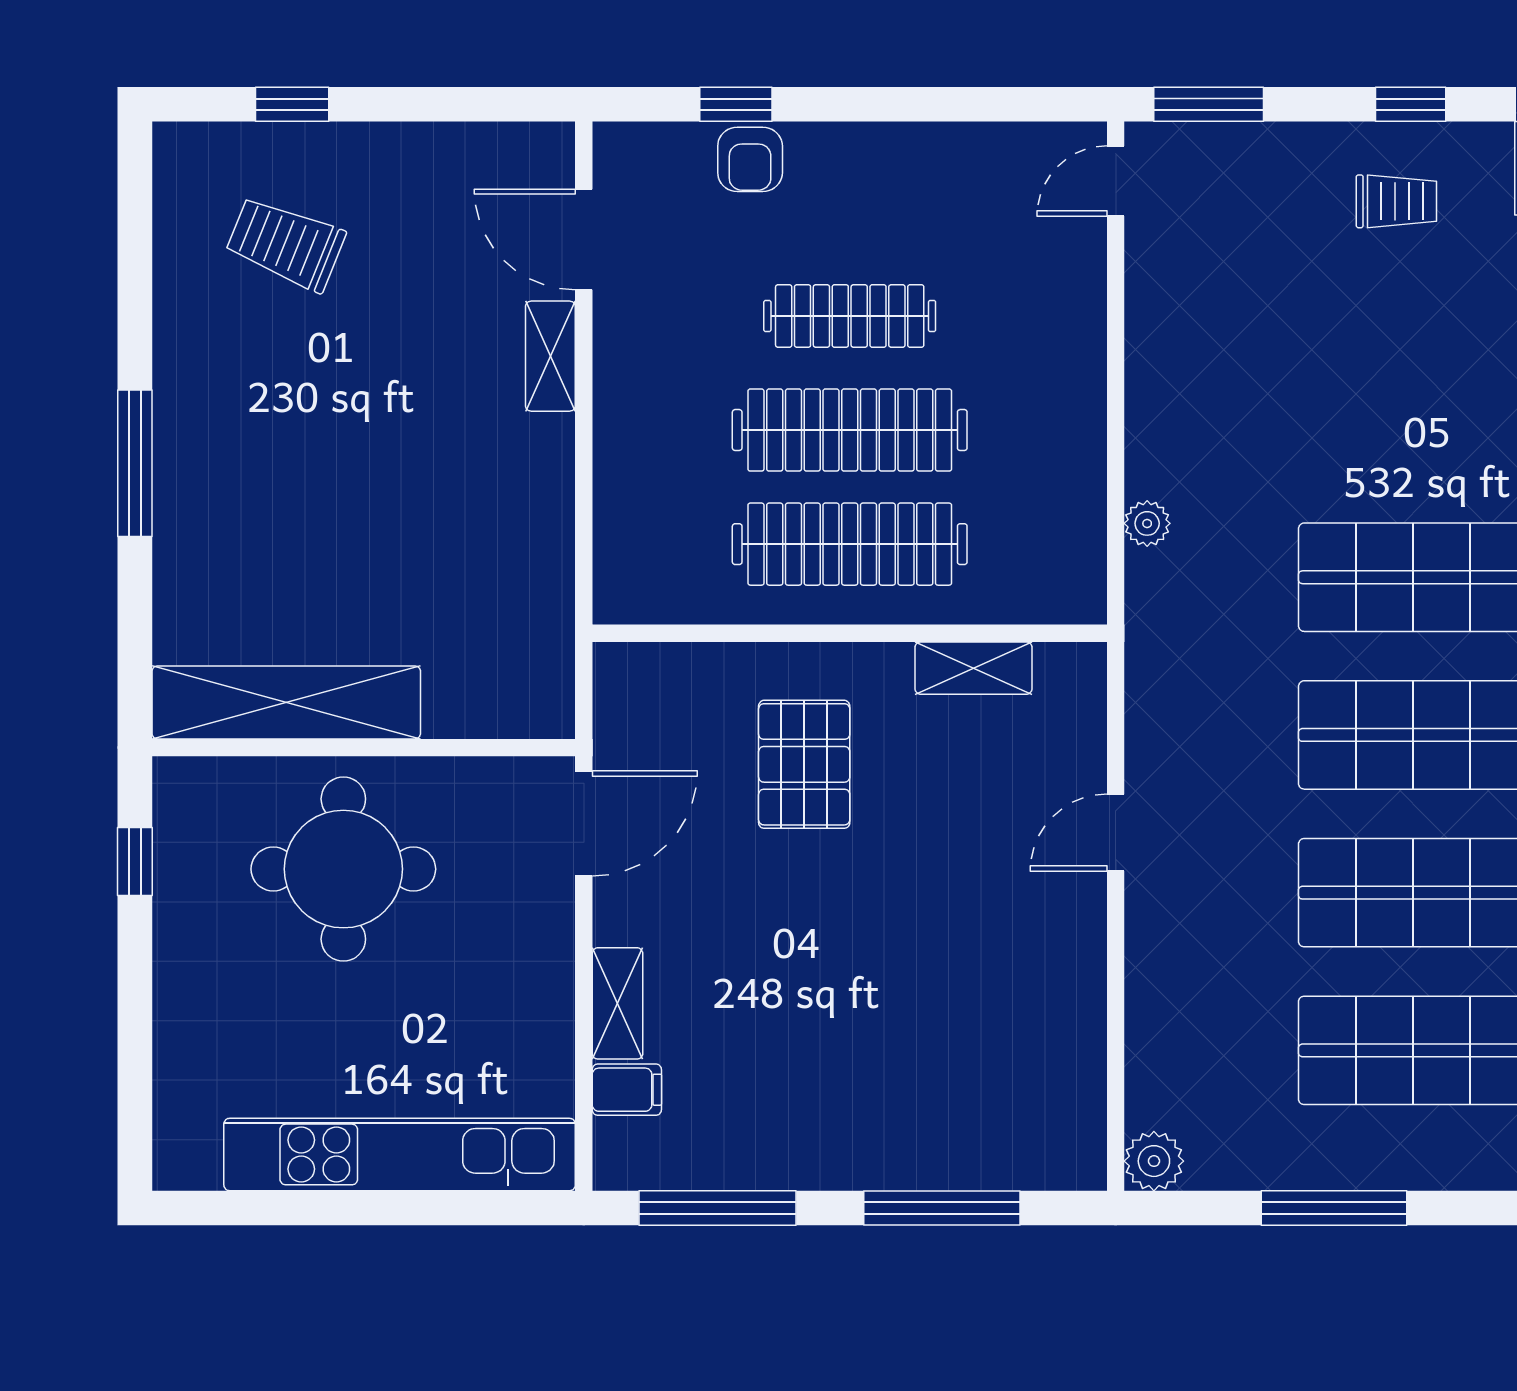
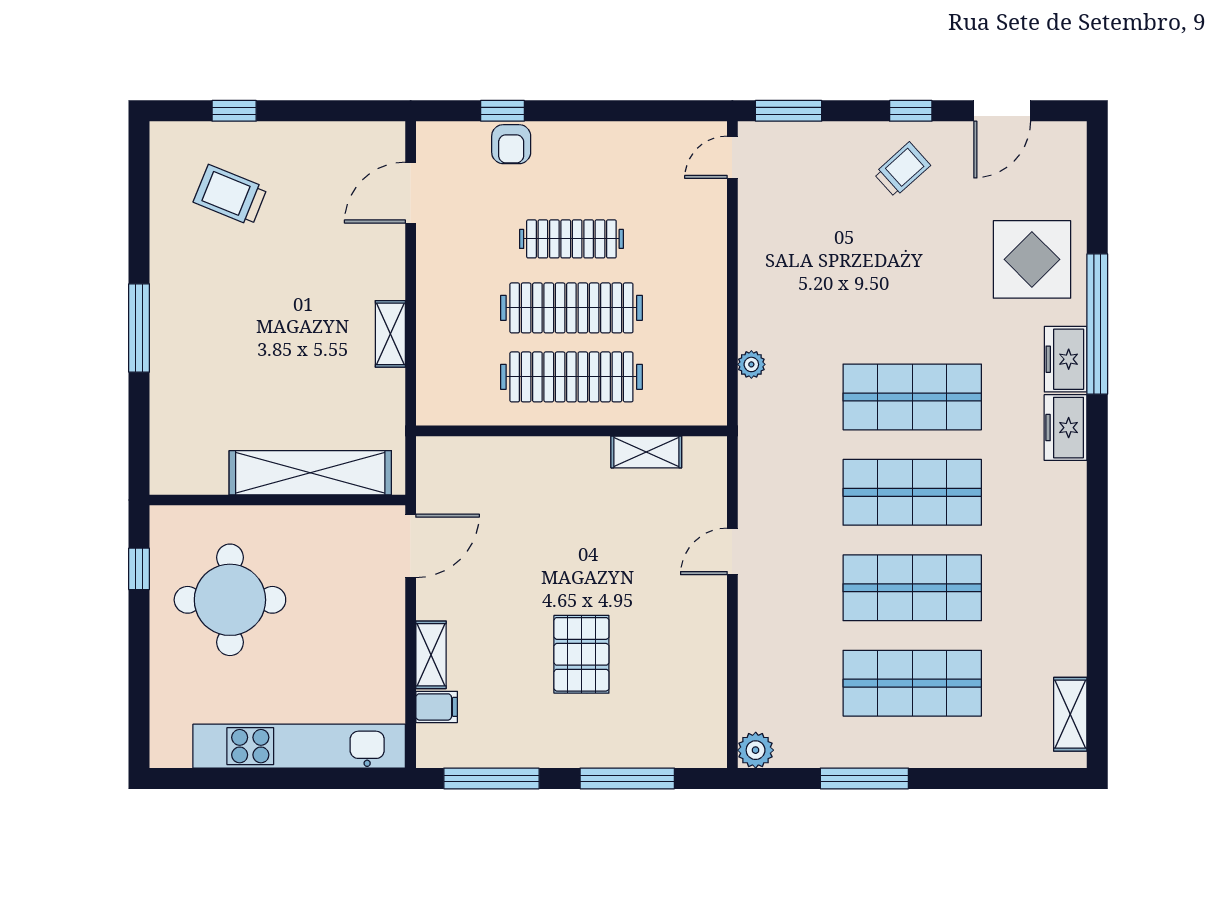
trolley: (1396, 201) -> (902, 170), turned -42
door: (584, 239) -> (411, 193), hinge flipped
shelving: (550, 356) -> (390, 334), moved
shelving: (286, 702) -> (310, 473), moved
pallet: (804, 764) -> (581, 654), moved
round table: (343, 869) -> (230, 600), moved

